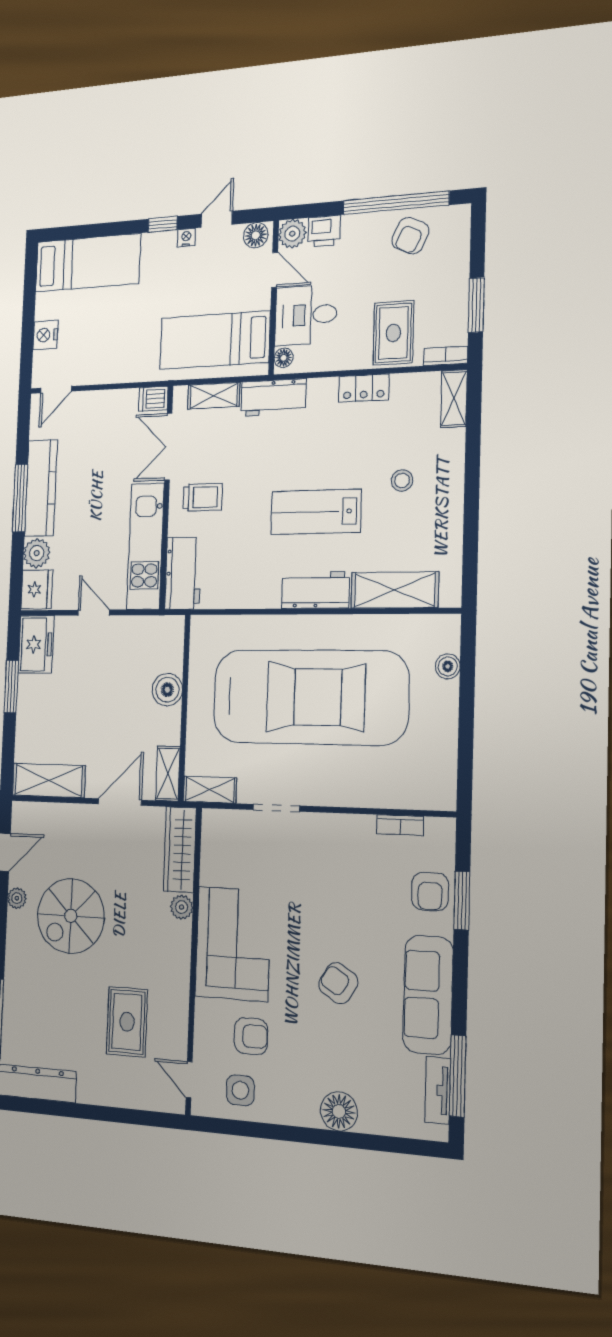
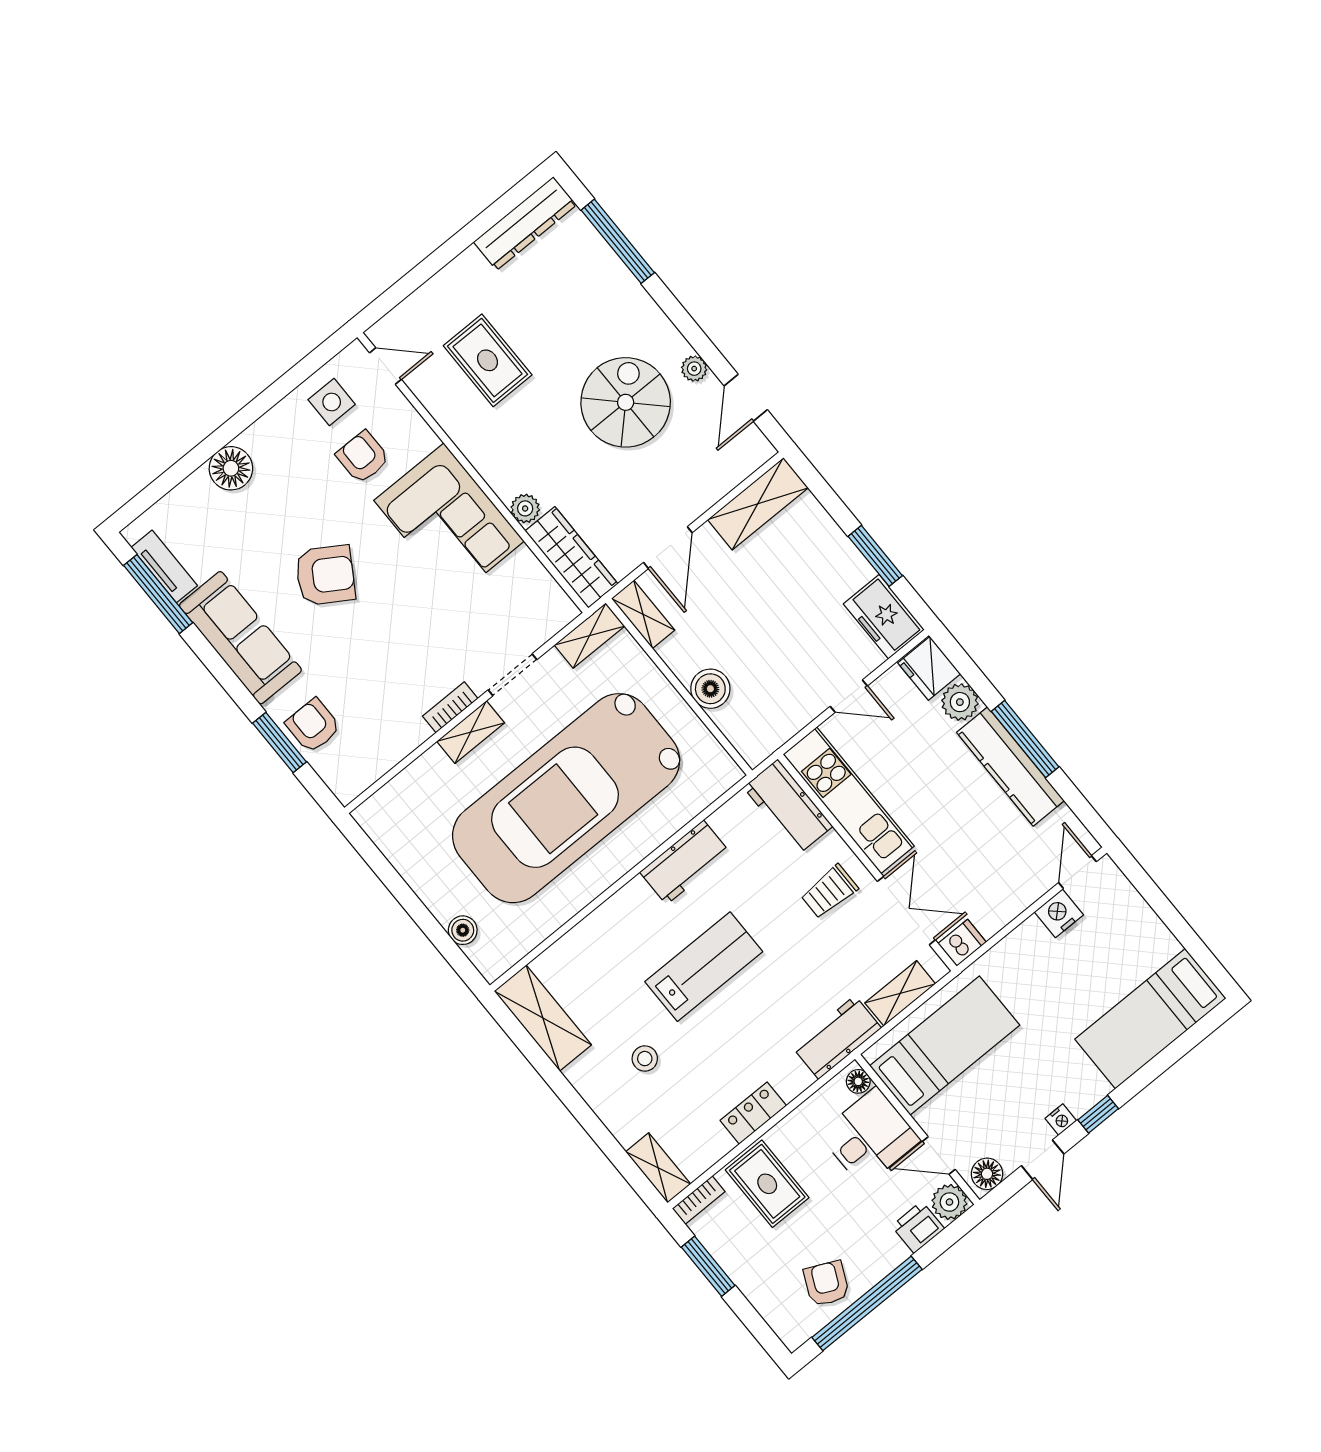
nightstand: (45, 335) -> (1059, 913), moved, turned -90
workbench: (315, 590) -> (685, 862), moved
shelving: (395, 590) -> (543, 1018), moved, turned 90
shelving: (333, 794) -> (471, 732), added
bookcase: (400, 825) -> (450, 707), moved
armchair: (338, 983) -> (325, 575), width x1.38, depth x1.38
armchair: (251, 1036) -> (363, 457), turned 90

